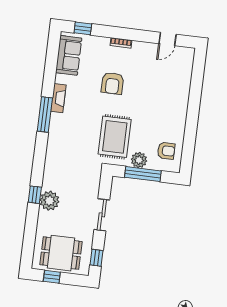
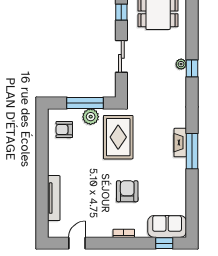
sofa: (69, 55) -> (167, 226), moved, turned 90
tv unit: (185, 86) -> (54, 198), added
fireplace: (58, 98) -> (180, 143), moved
plant: (49, 201) -> (181, 64), width x0.53, depth x0.53

